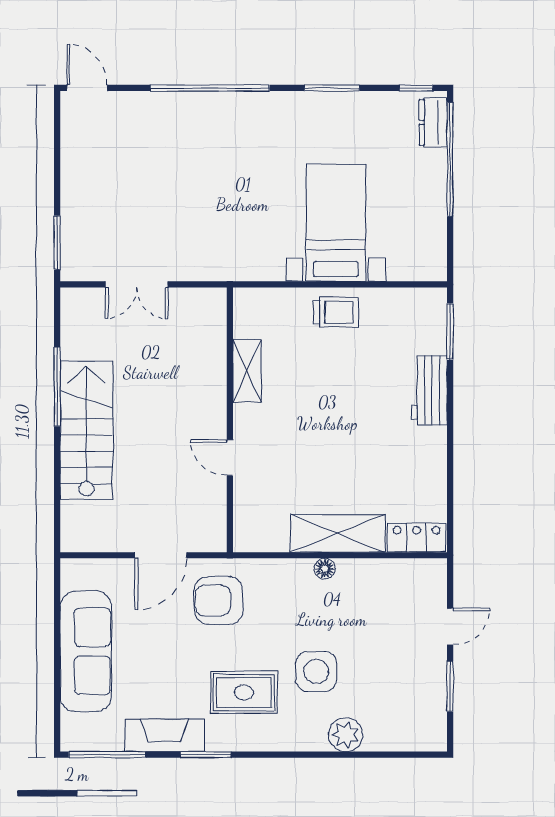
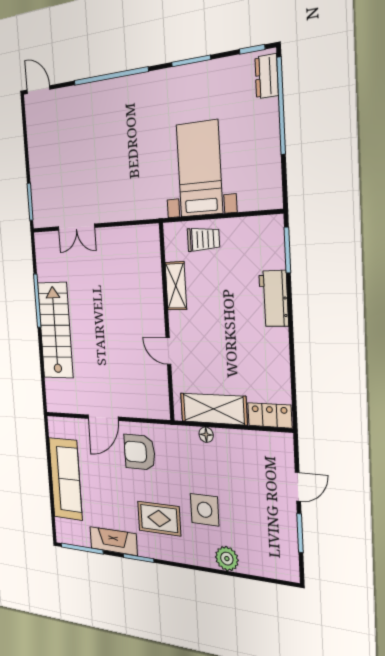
shelving: (247, 371) -> (176, 286), moved
wall: (230, 420) -> (167, 323), moved
door: (230, 458) -> (168, 351), moved

